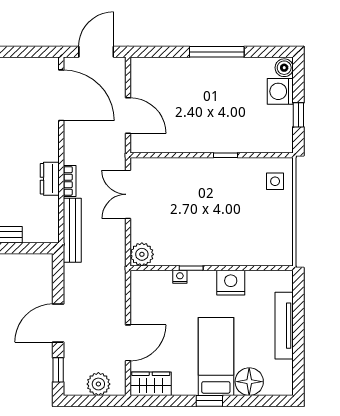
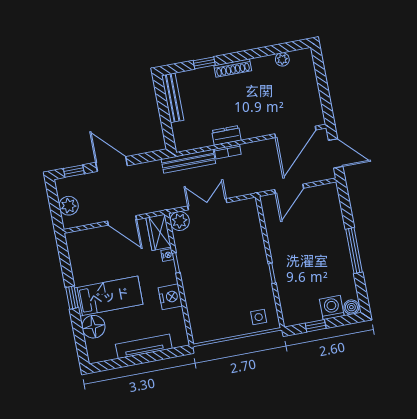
double door: (128, 194) -> (207, 204), moved
door: (128, 343) -> (122, 220), moved
wardrobe: (151, 384) -> (159, 232), moved, turned 180

